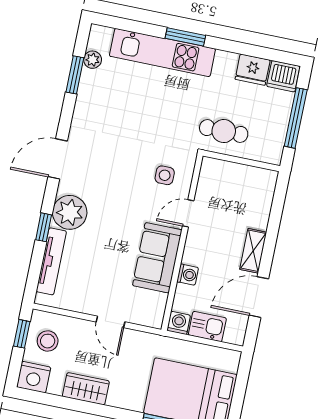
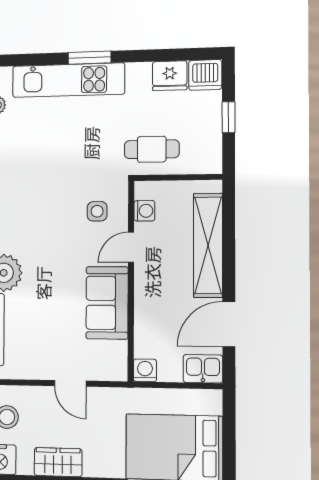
window: (296, 118) -> (229, 117), width x0.46
shelving: (253, 251) -> (208, 245), width x2.20, depth x1.33
washing machine: (188, 275) -> (144, 211), moved
kitchen sink: (207, 327) -> (203, 369), moved

